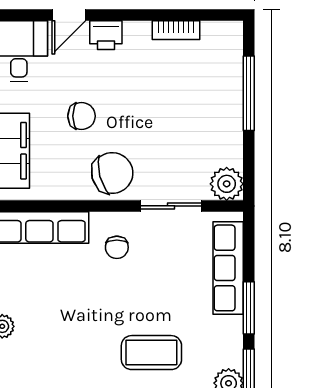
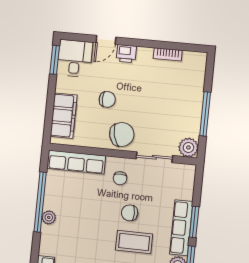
window: (249, 93) -> (205, 114), moved
row of seats: (228, 268) -> (181, 228), moved
chair: (139, 304) -> (130, 213), added

